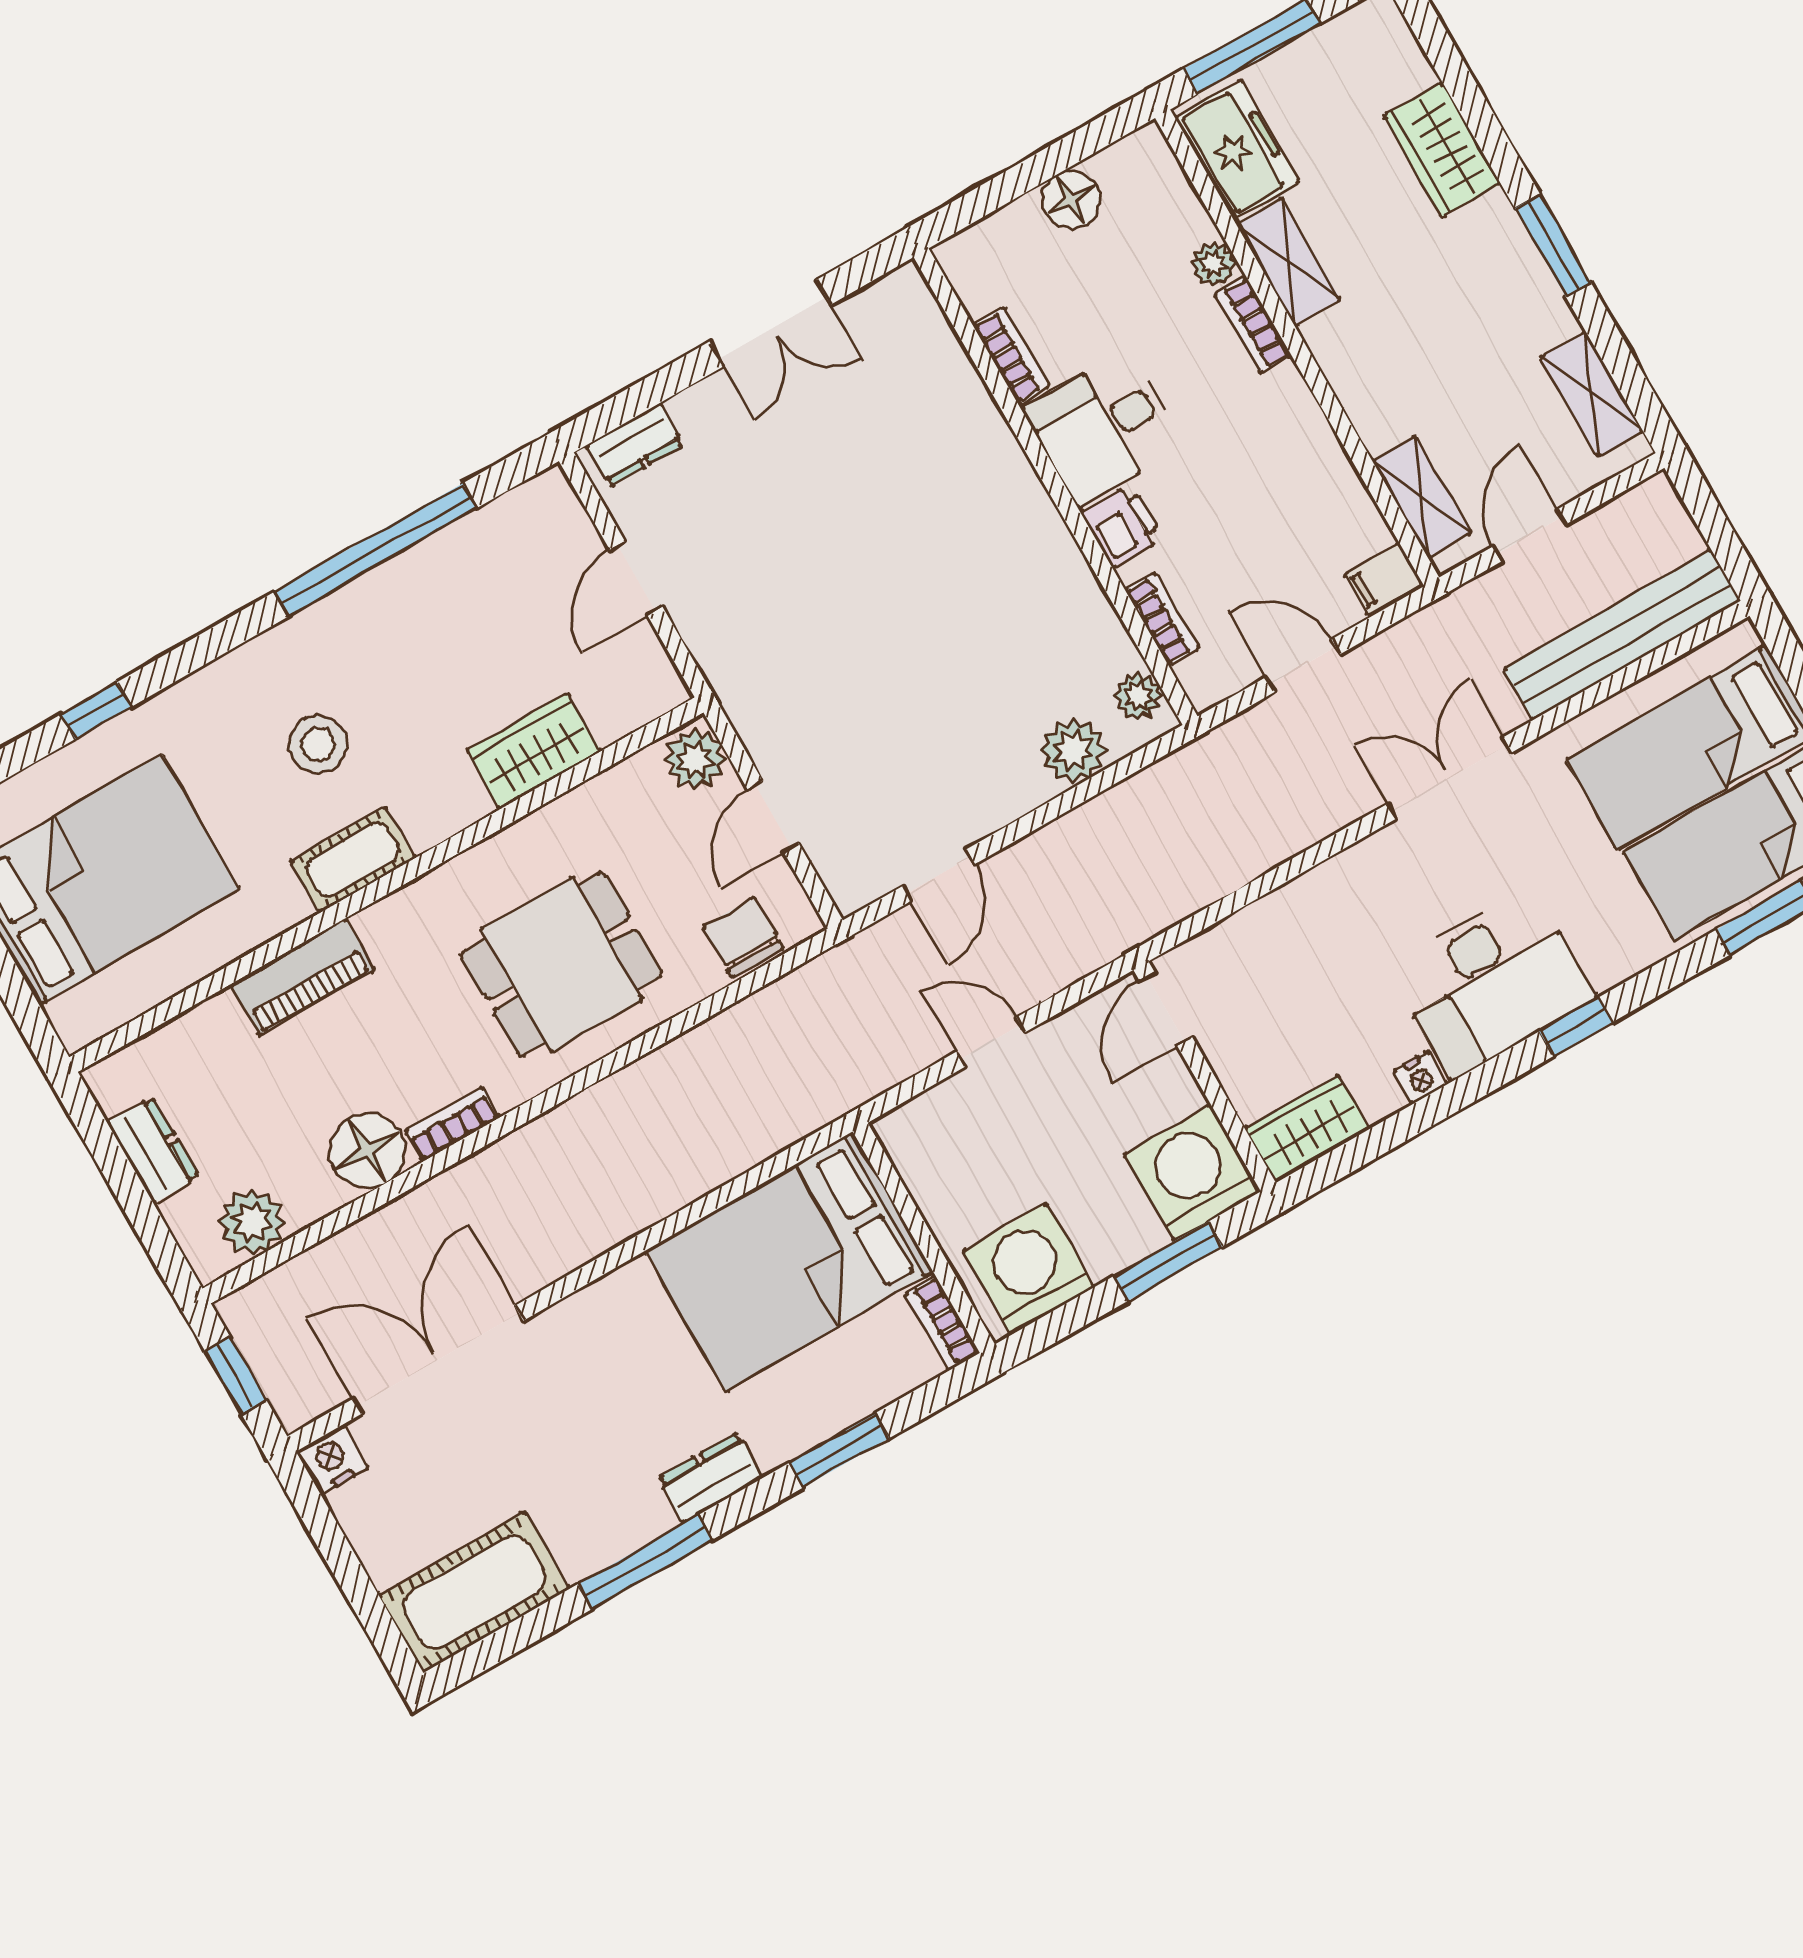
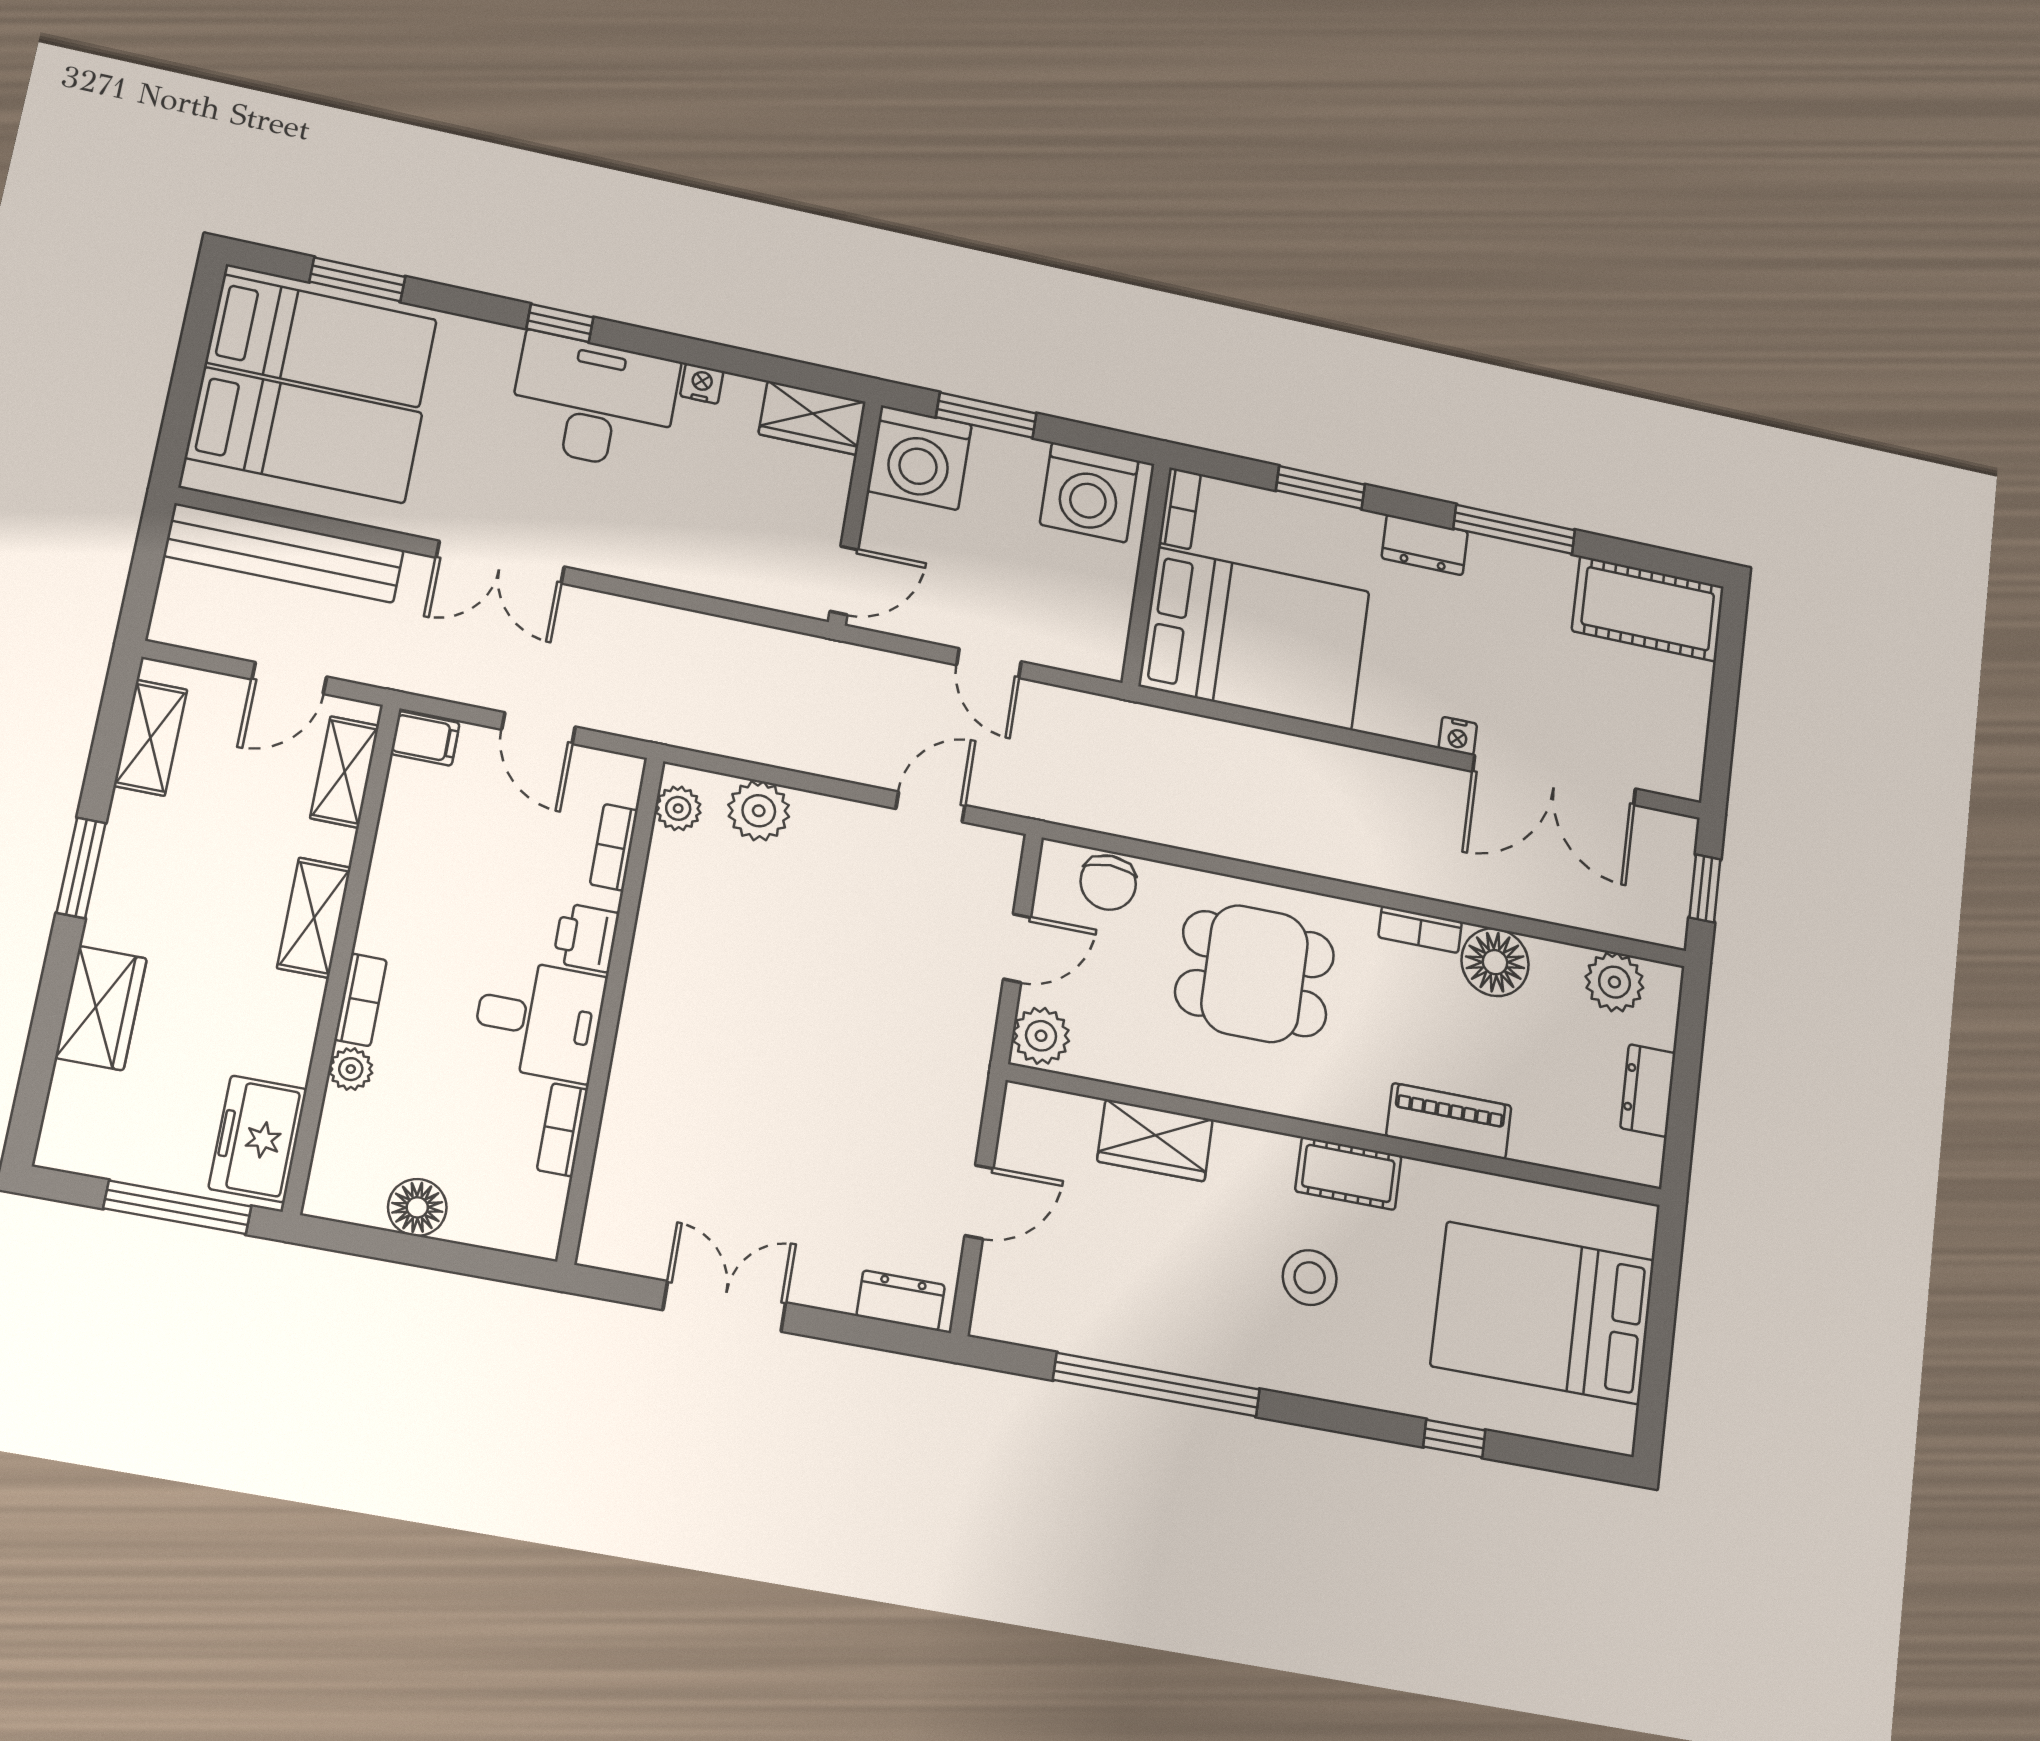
shelving: (1288, 262) -> (314, 918), moved
nightstand: (332, 1460) -> (1458, 736), moved, width x0.72, depth x0.74

